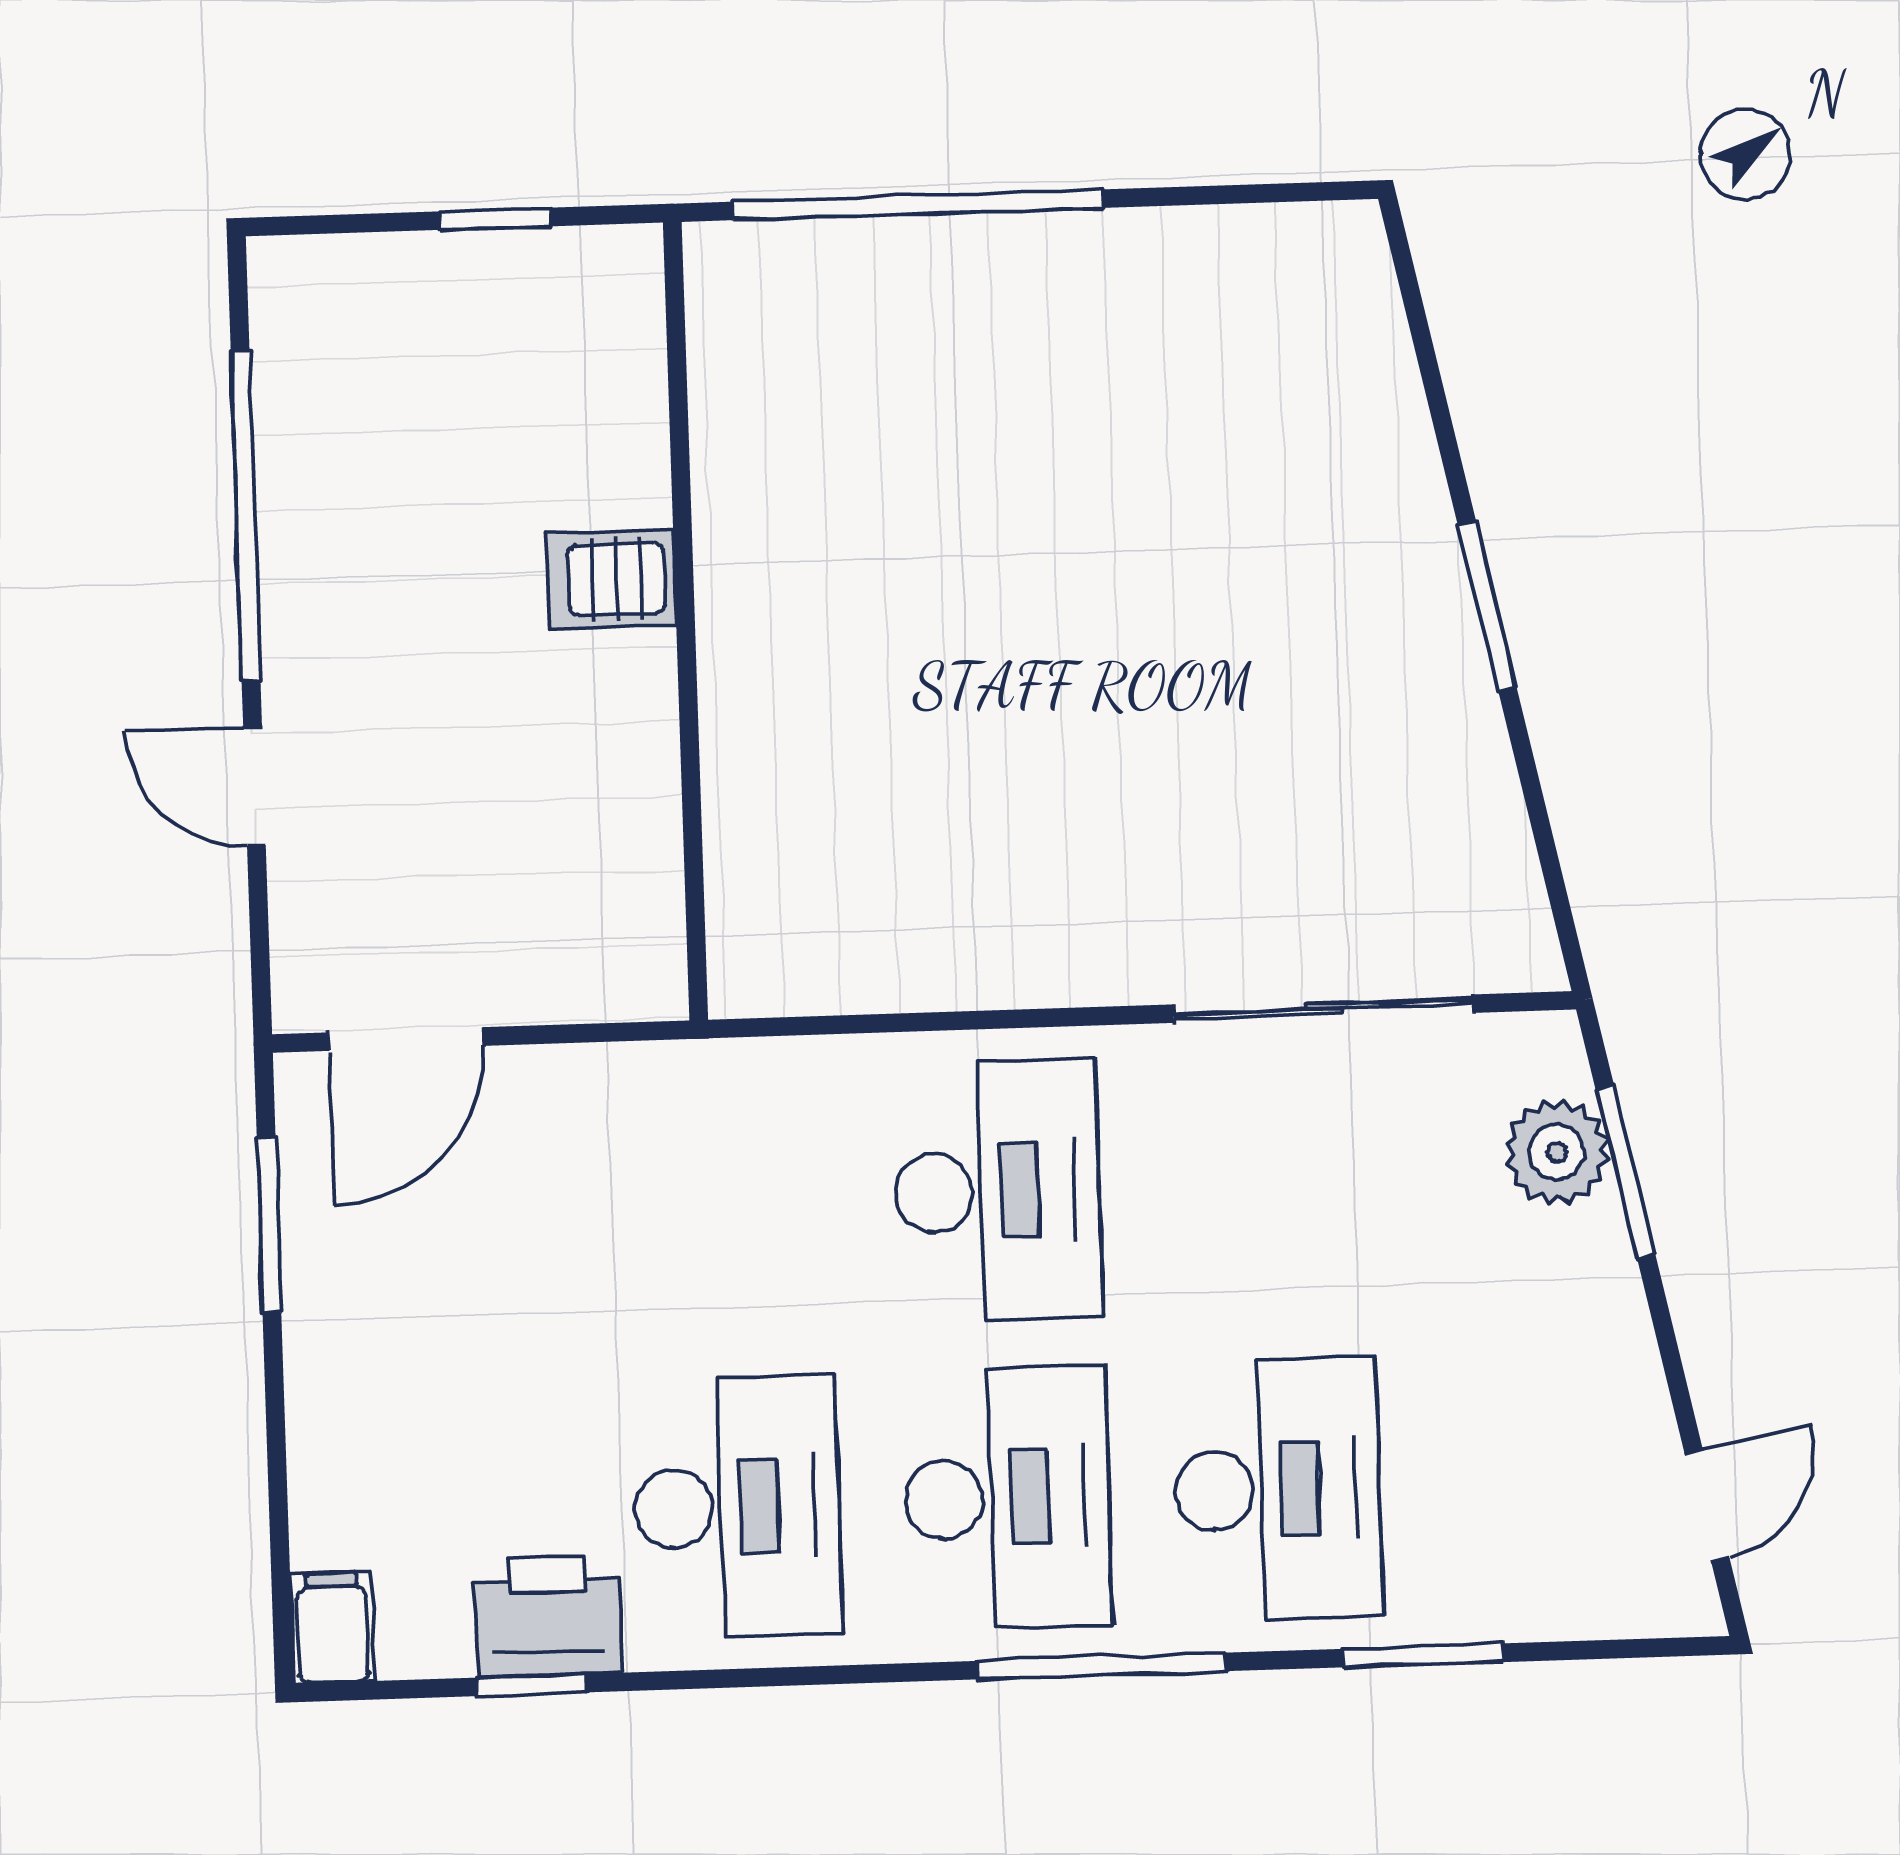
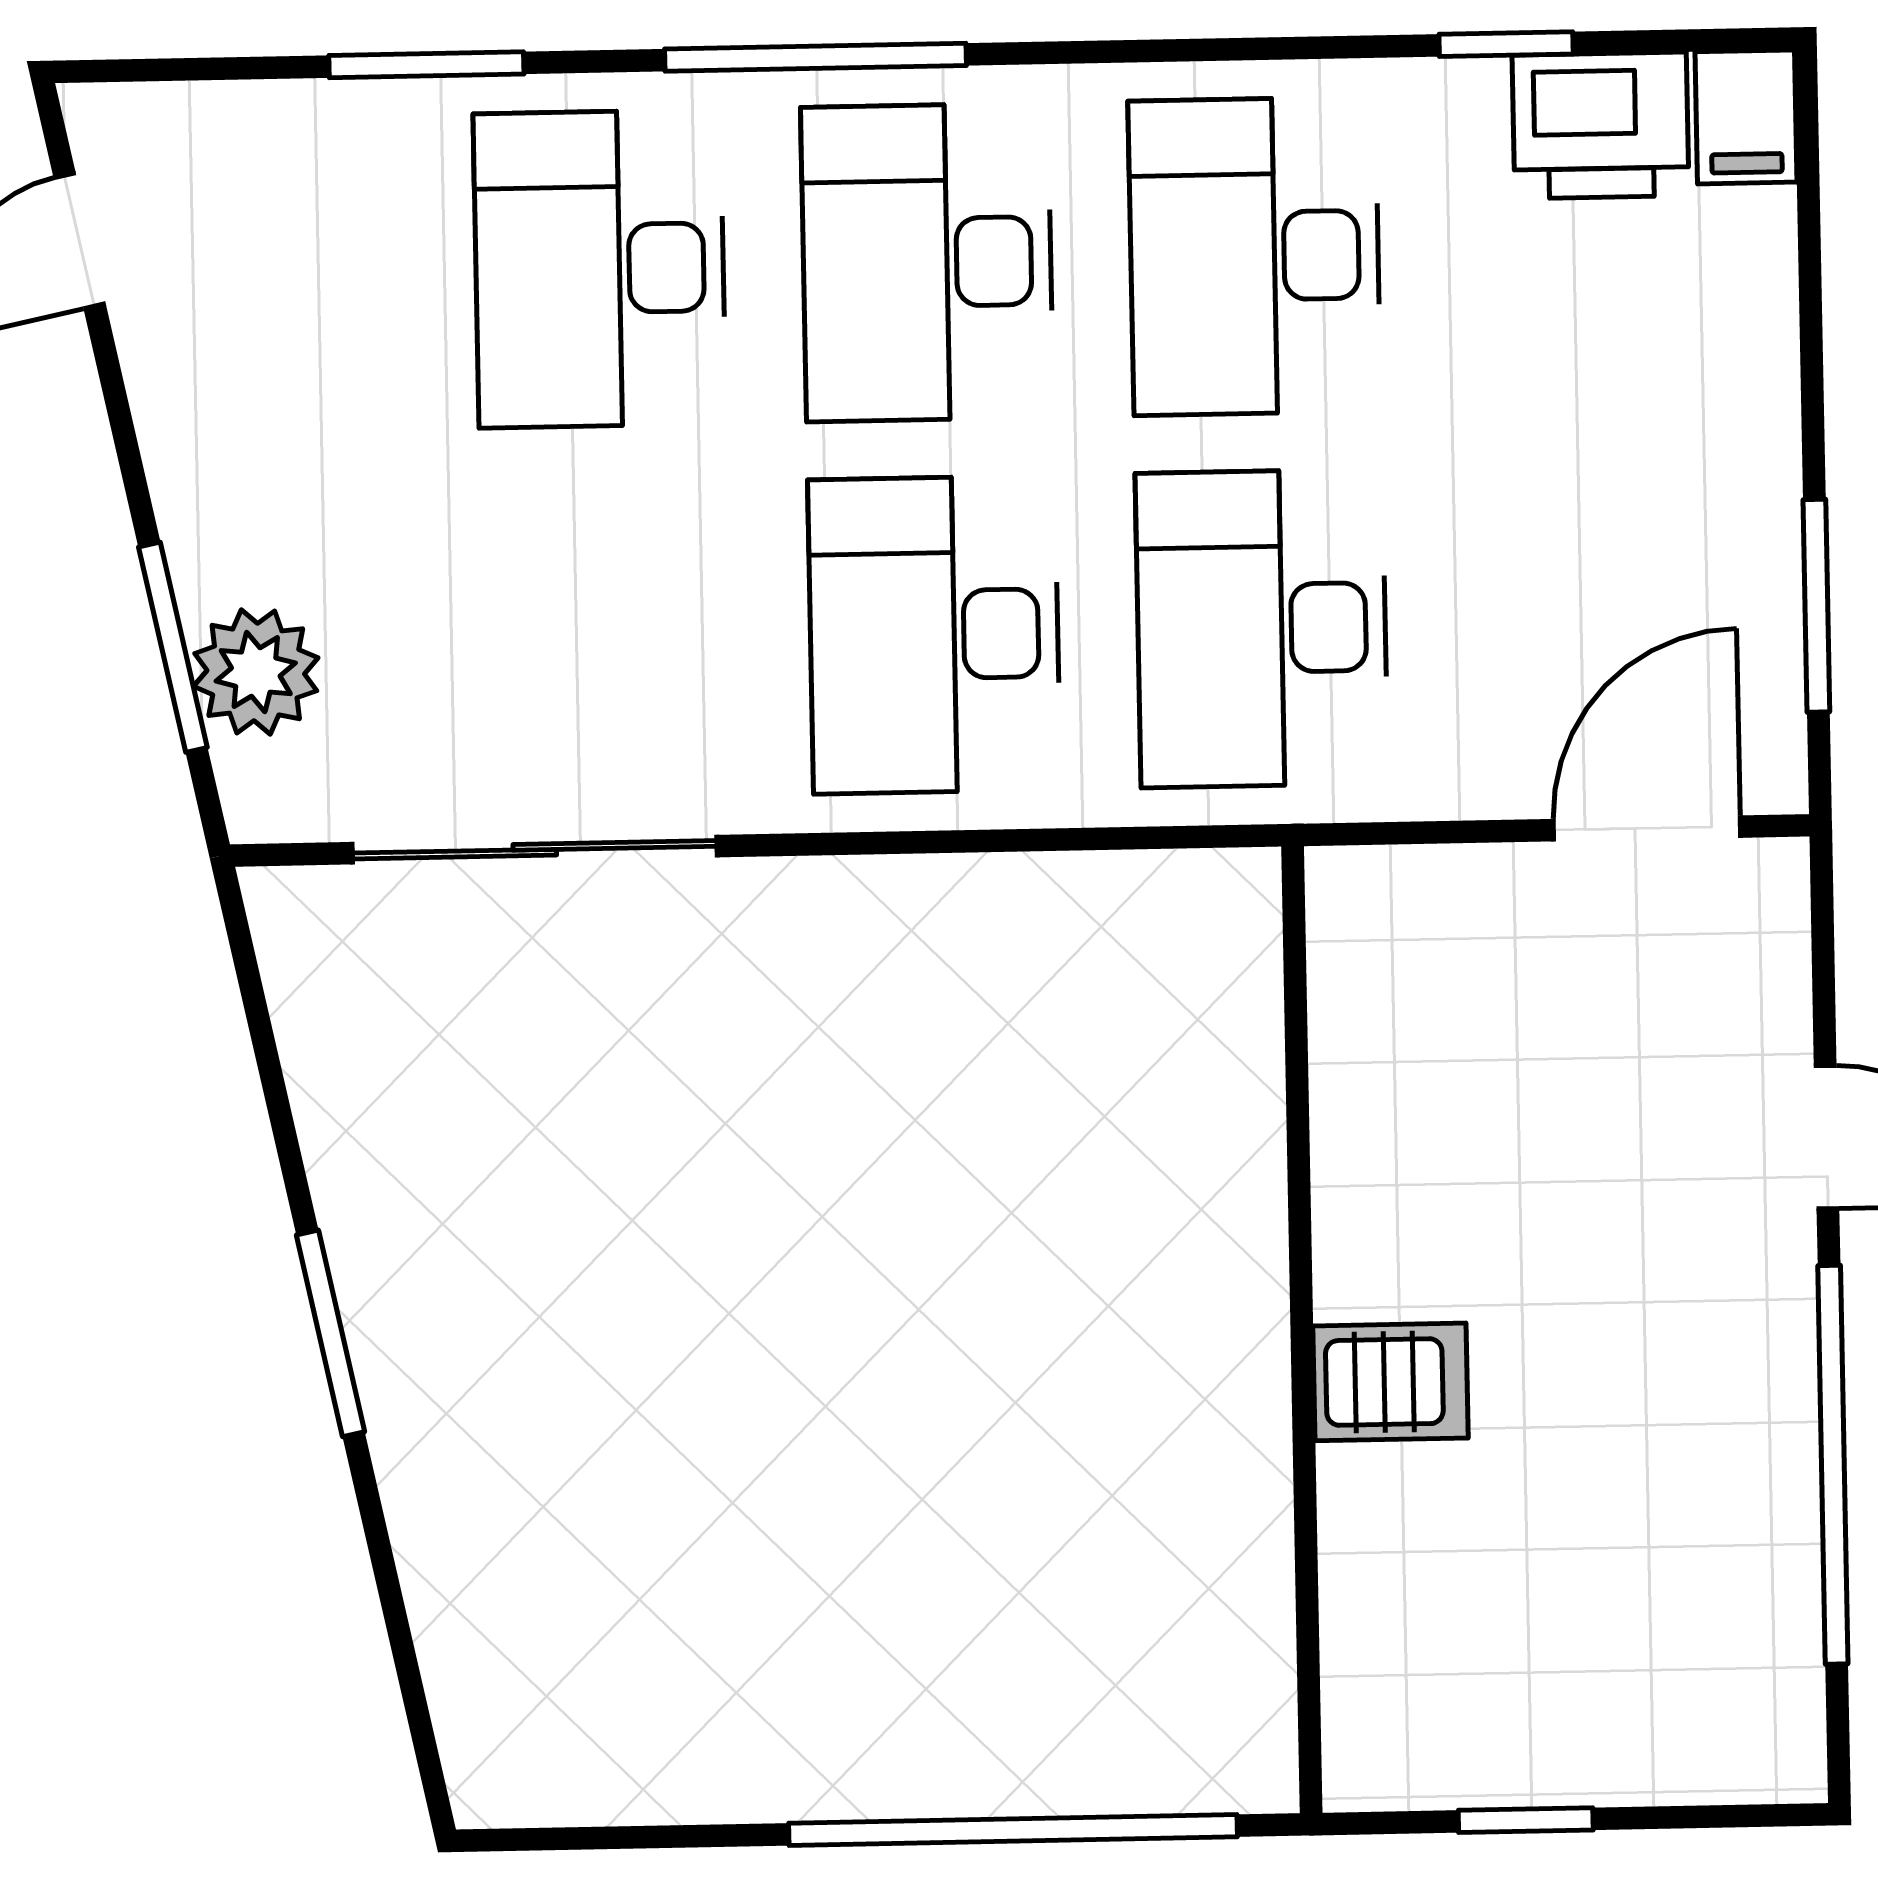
desk: (727, 1200) -> (1262, 628), added
printer: (548, 1616) -> (1601, 125), moved

